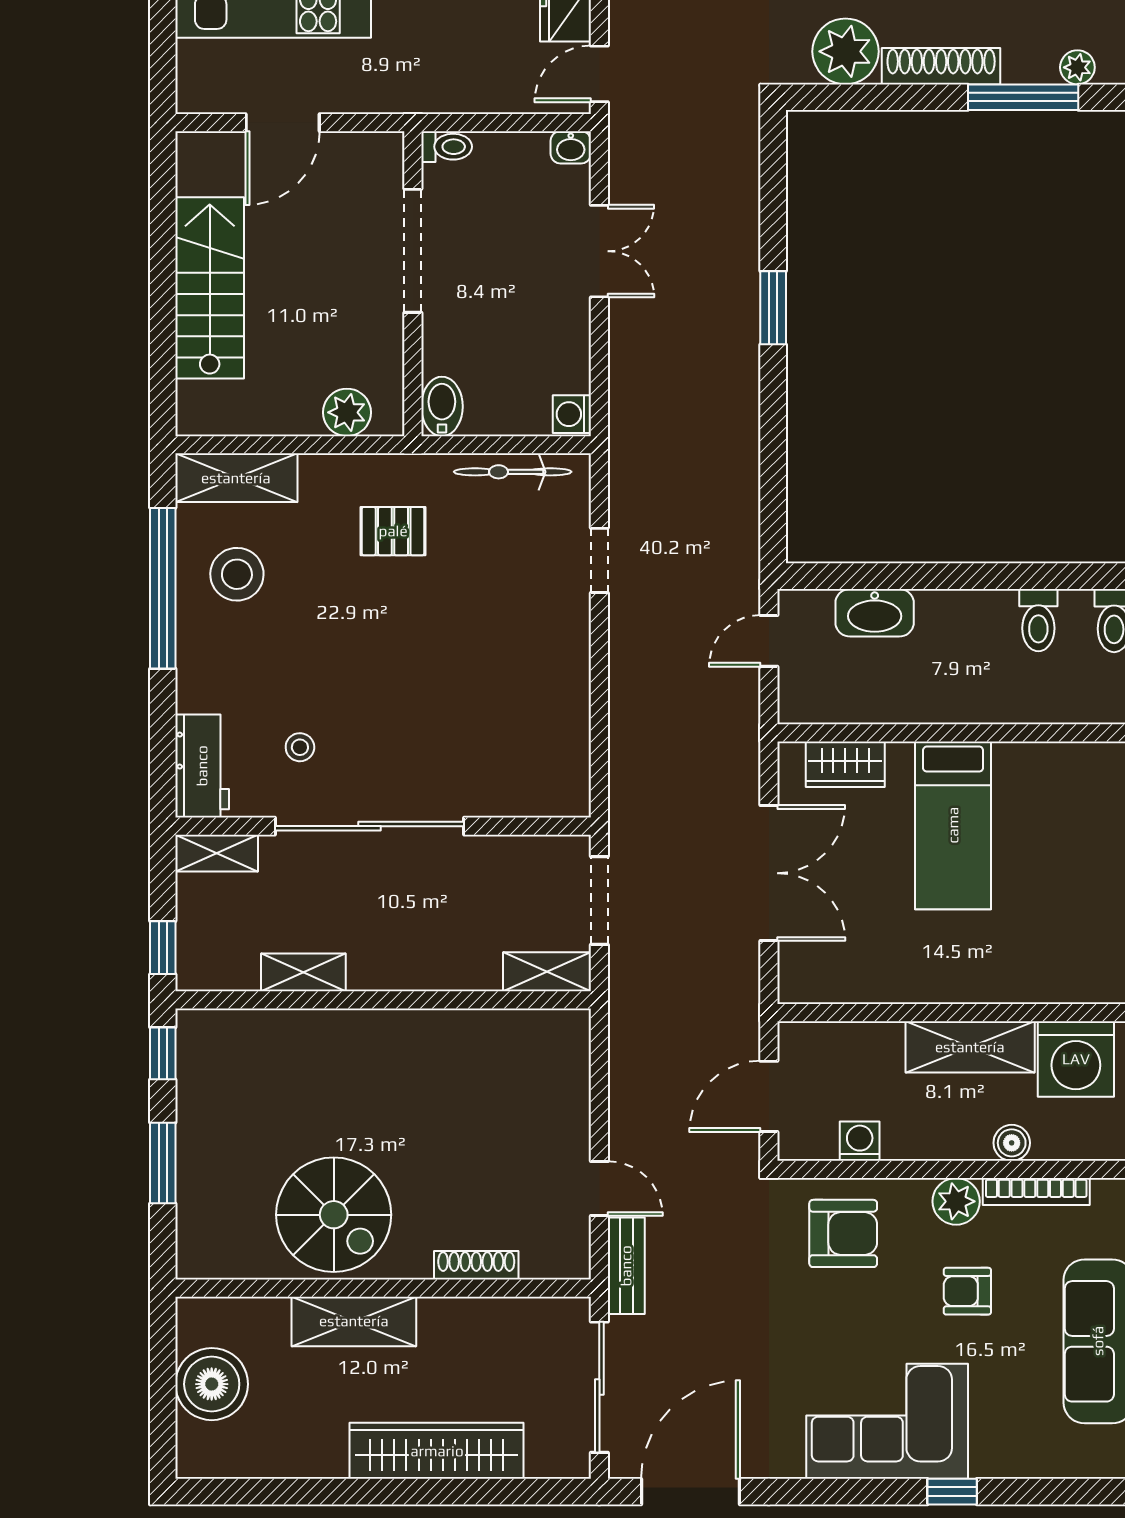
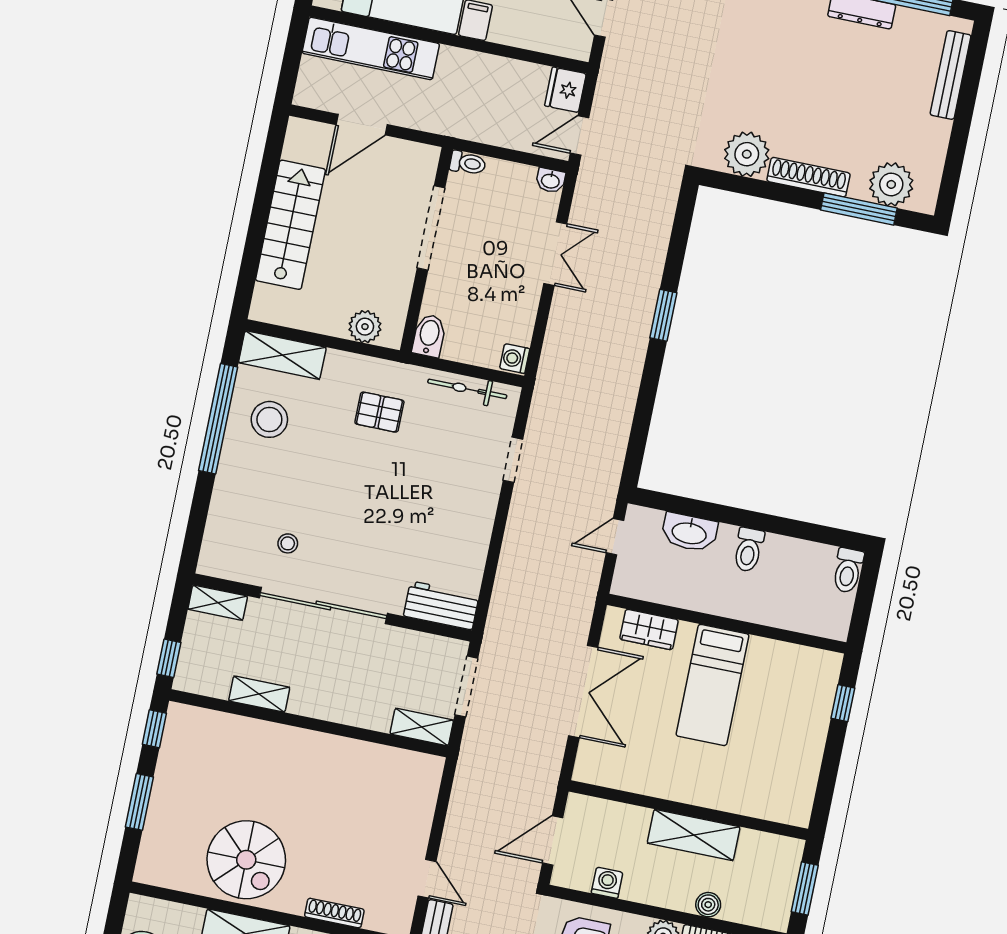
plant: (1077, 67) -> (891, 184), width x1.88, depth x1.88
toilet: (1038, 620) -> (749, 550), moved
workbench: (202, 766) -> (441, 605), moved, turned -90
washing machine: (1076, 1059) -> (762, 858), removed

